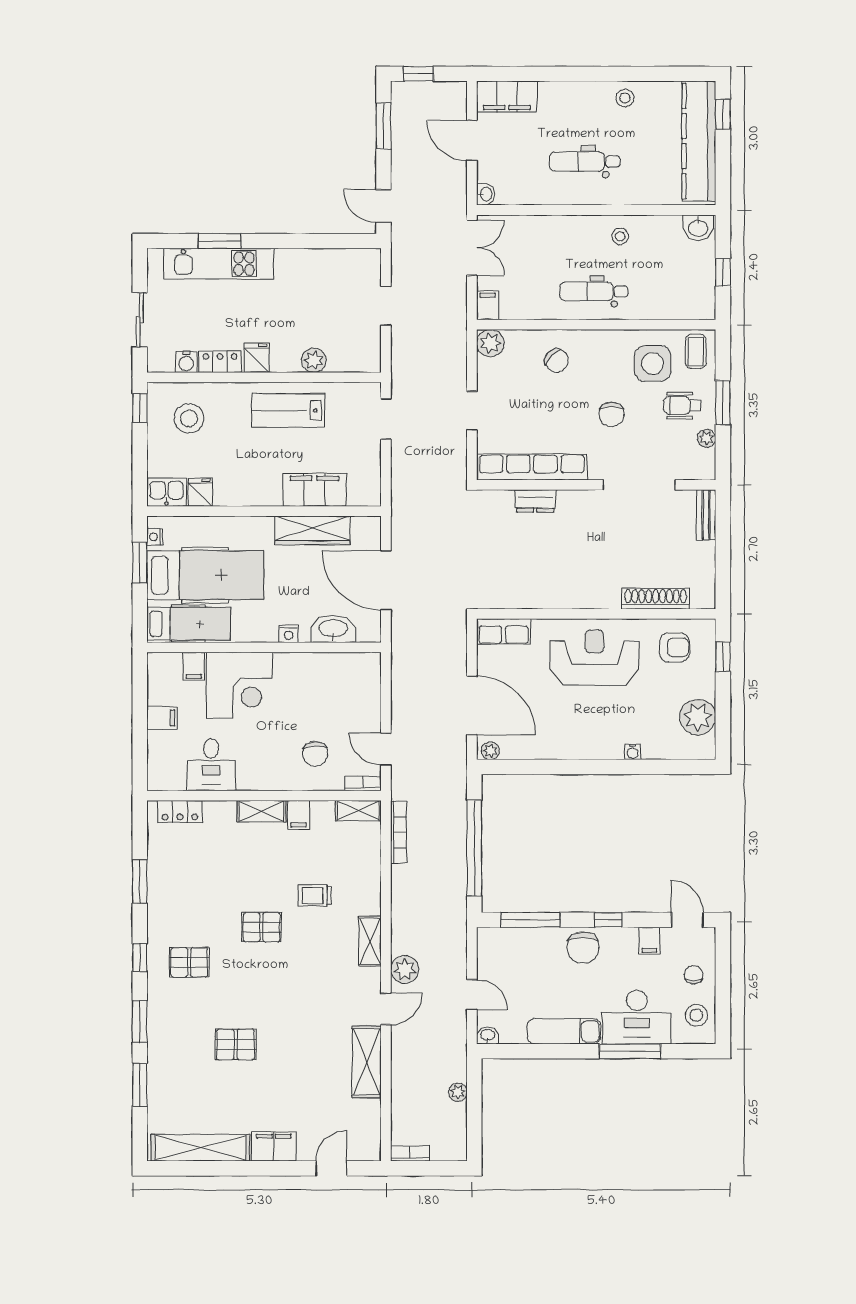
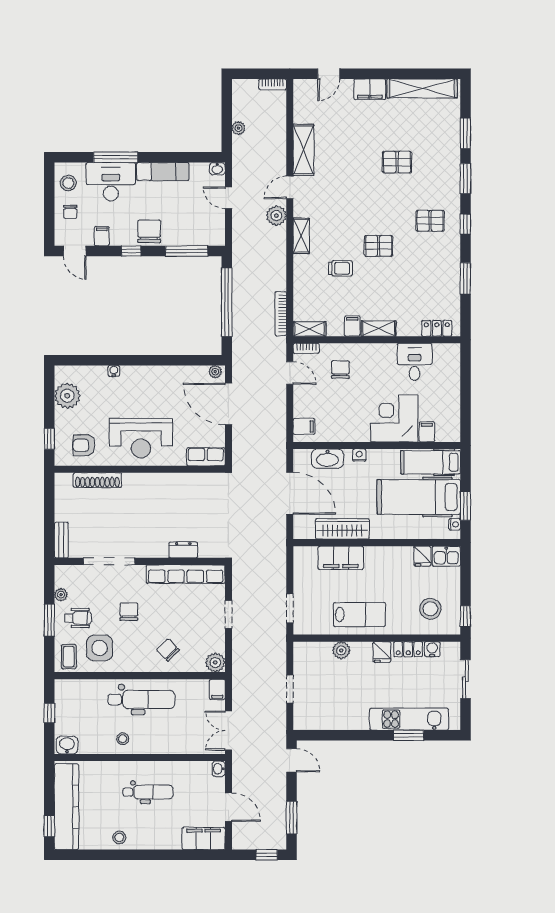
dental chair: (594, 291) -> (141, 699), width x1.36, depth x1.38
filing cabinet: (162, 718) -> (304, 426), moved, turned 180

